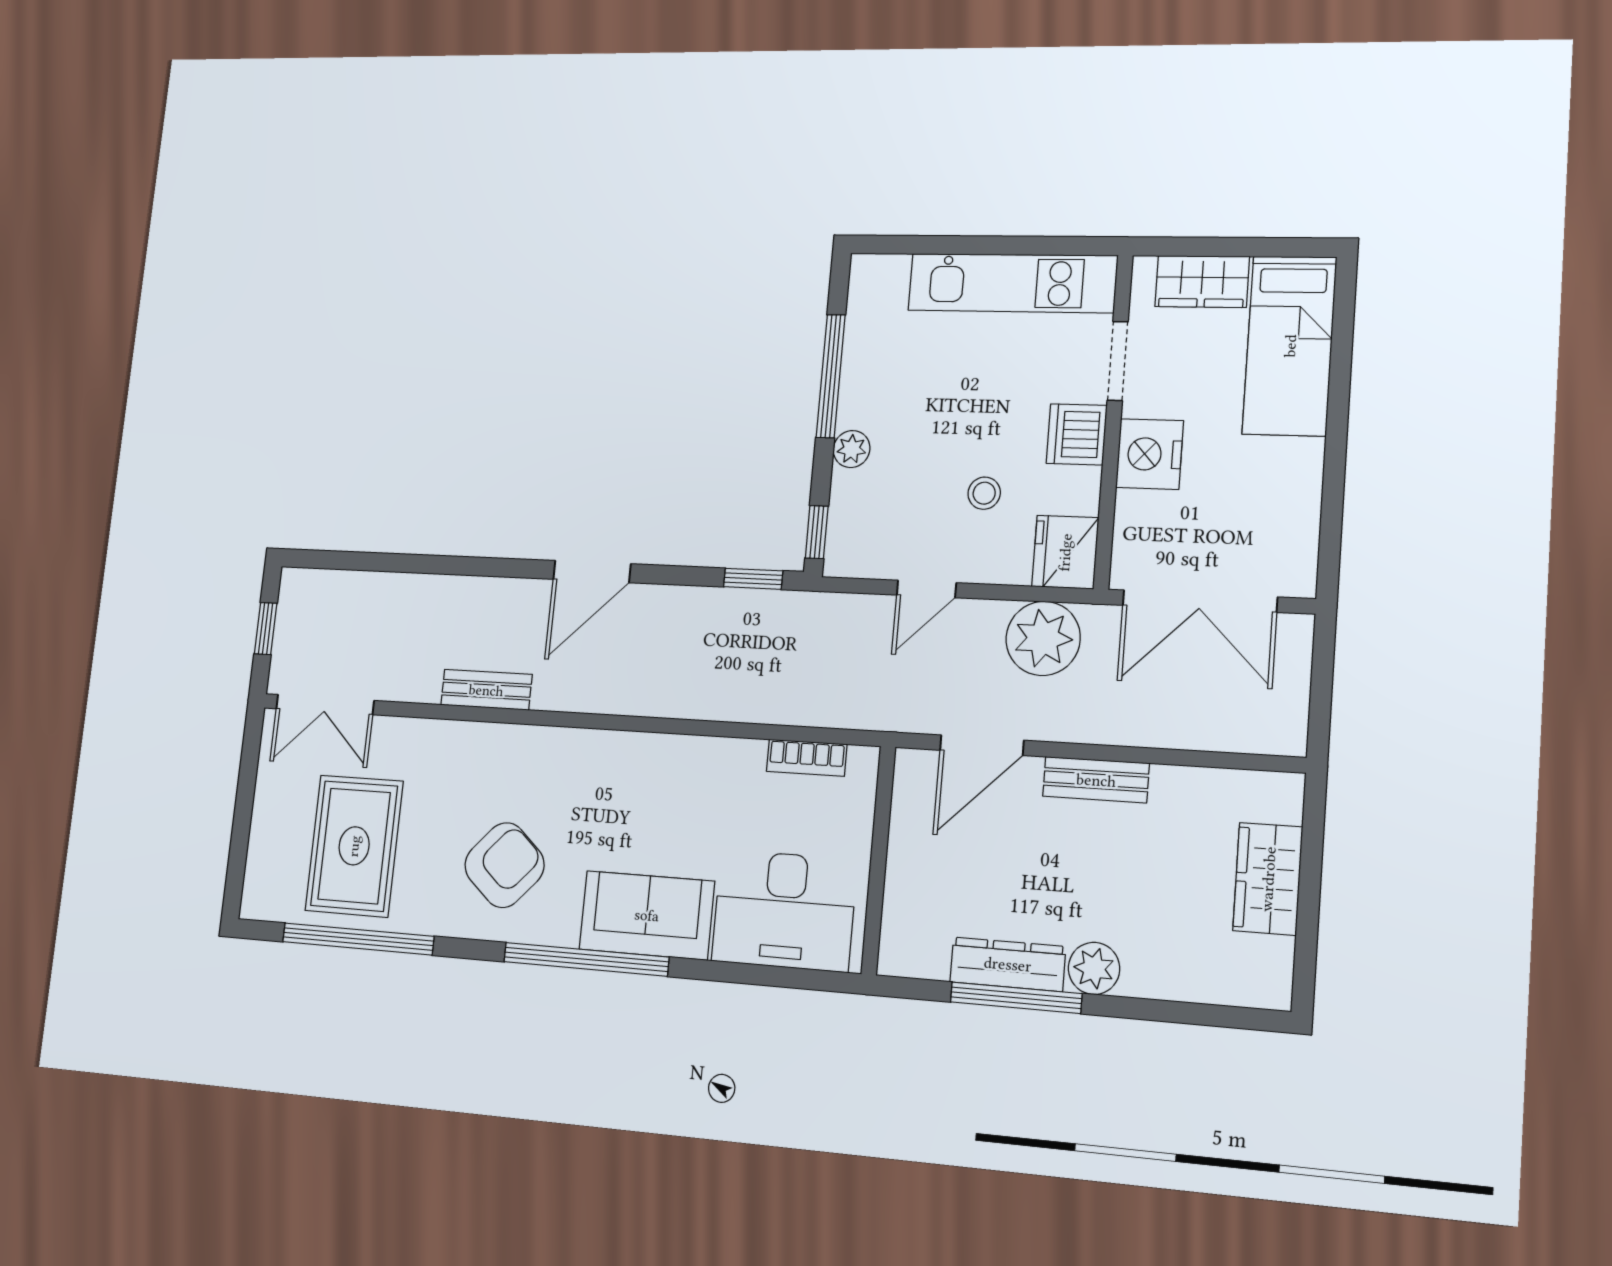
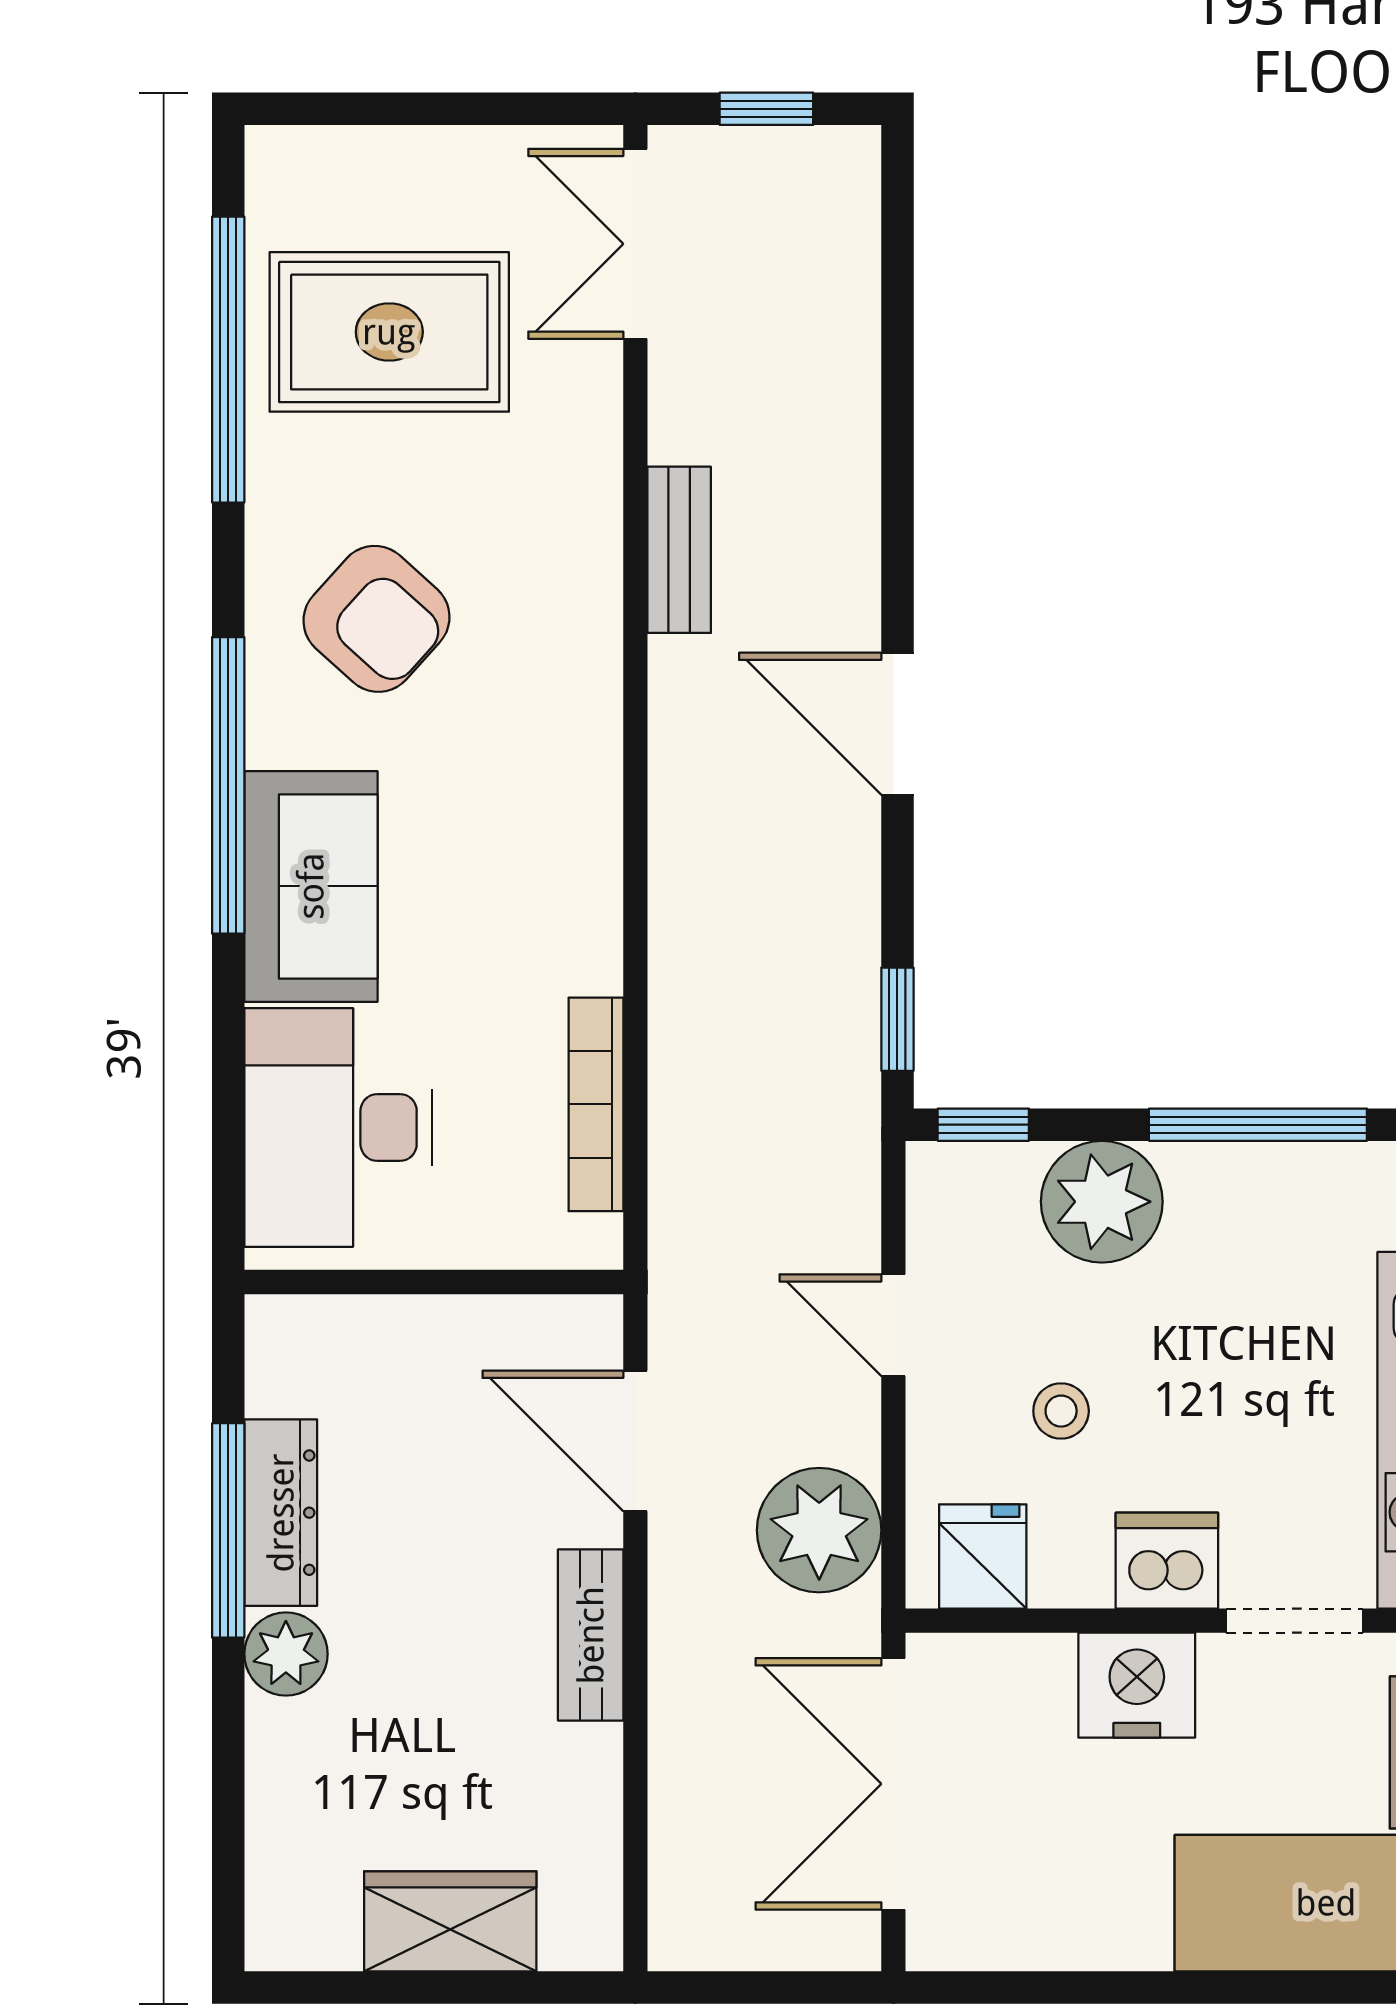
plant: (852, 449) -> (1102, 1202), width x1.87, depth x1.87
fridge: (1065, 552) -> (983, 1556), width x0.72
bookcase: (807, 758) -> (596, 1104), width x1.56

